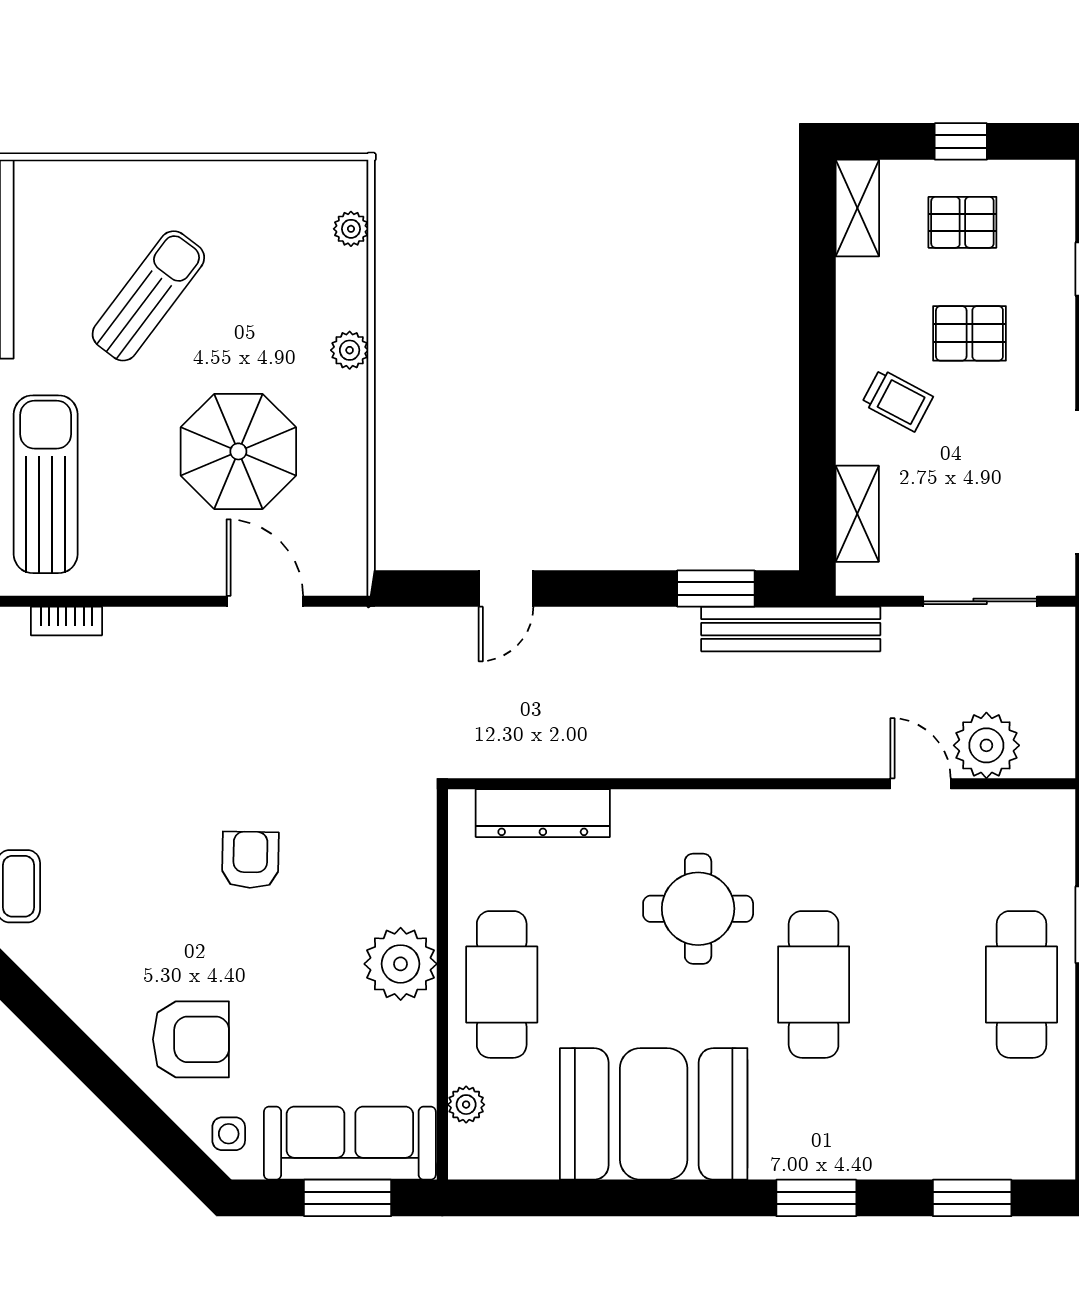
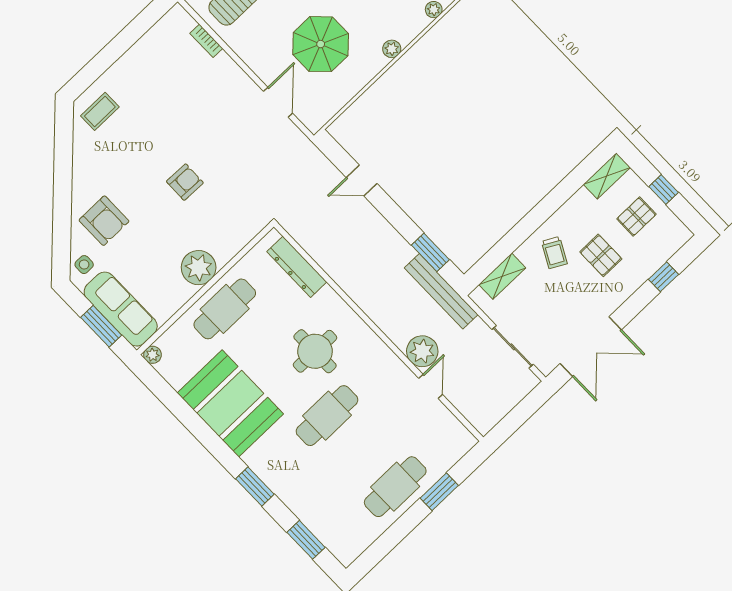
pallet: (962, 222) -> (636, 217), turned 90
plant: (986, 745) -> (422, 351), moved
plant: (466, 1105) -> (153, 355), moved

